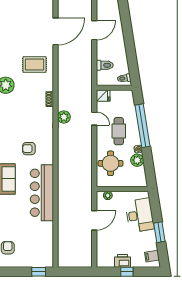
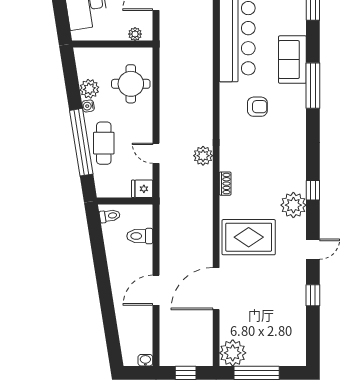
rug: (35, 64) -> (249, 237), width x1.36, depth x1.43
cafe table: (119, 131) -> (104, 143), moved

